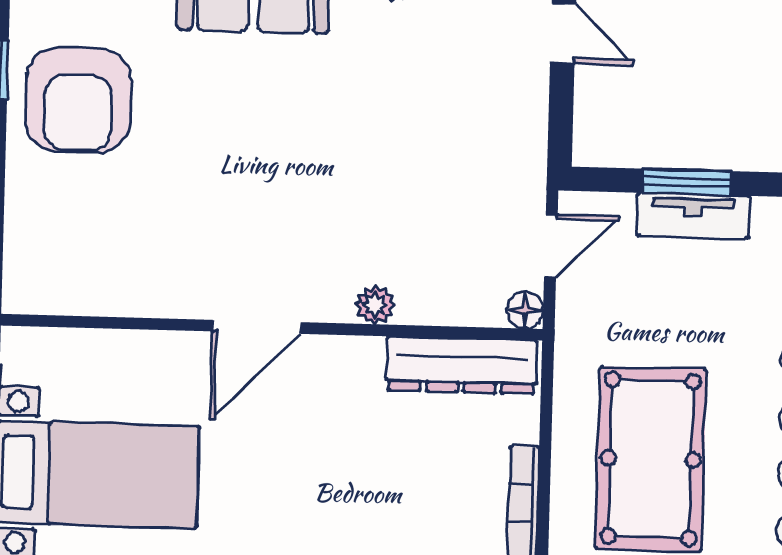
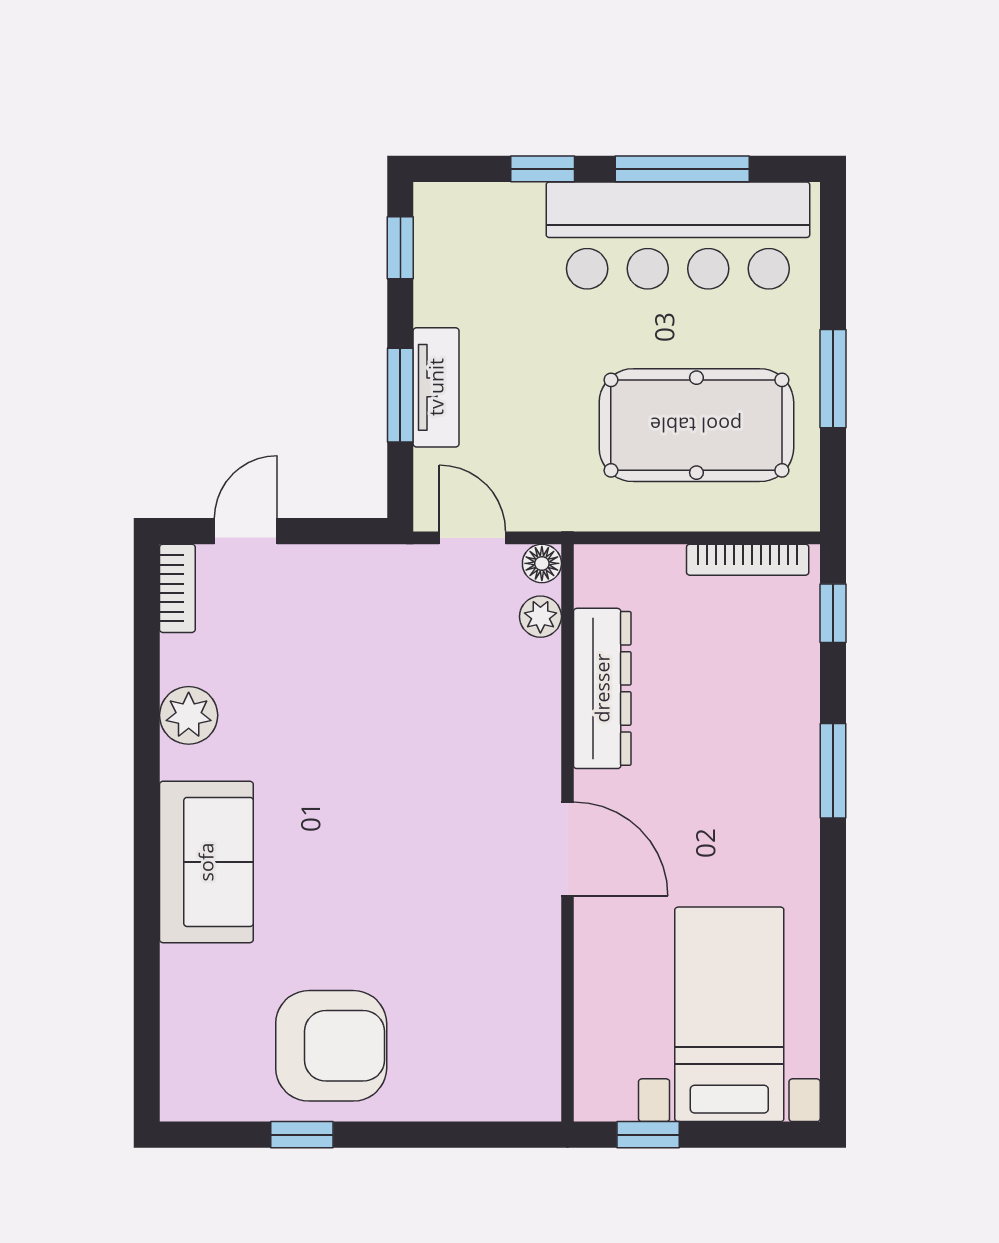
plant: (375, 305) -> (540, 617), moved
dresser: (461, 365) -> (602, 688), moved

